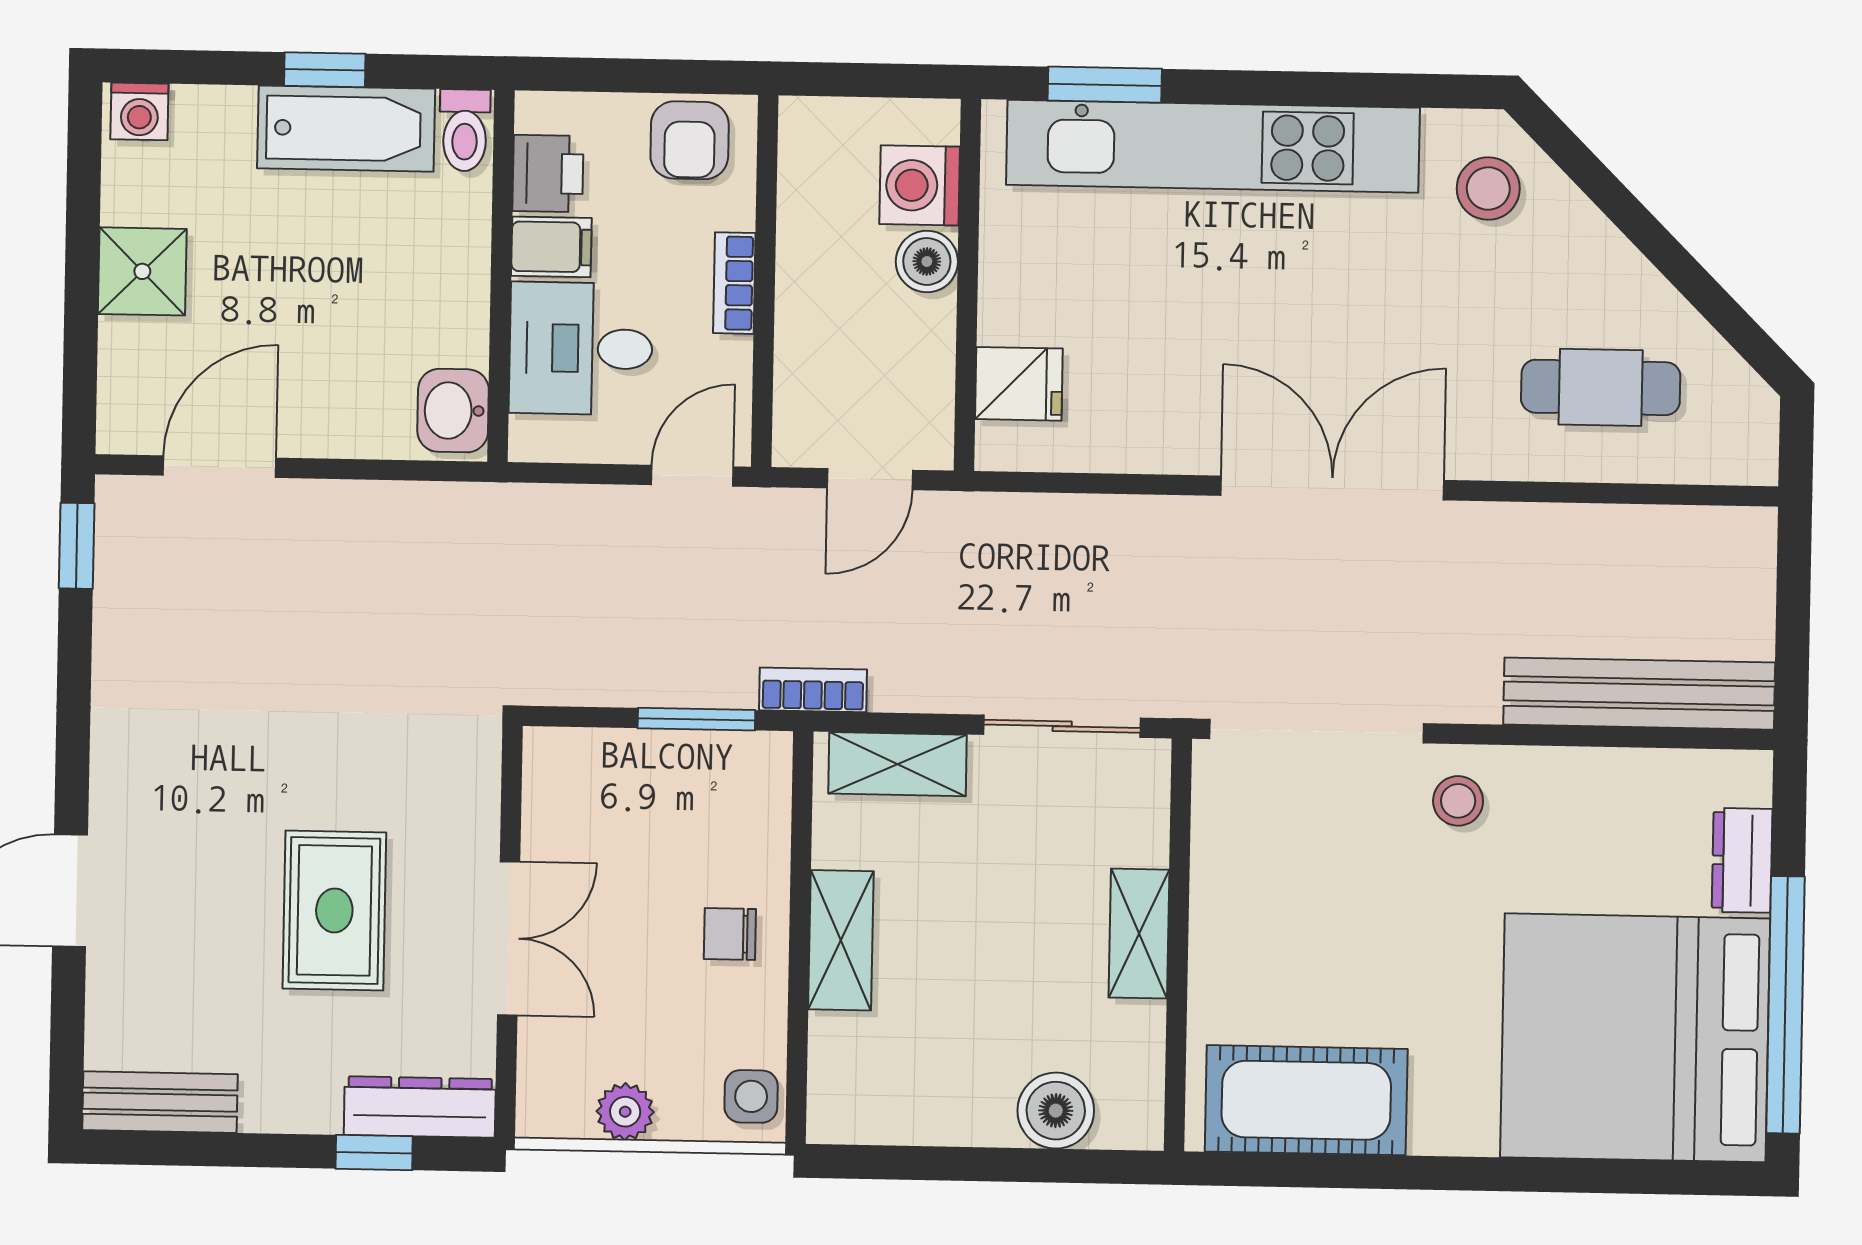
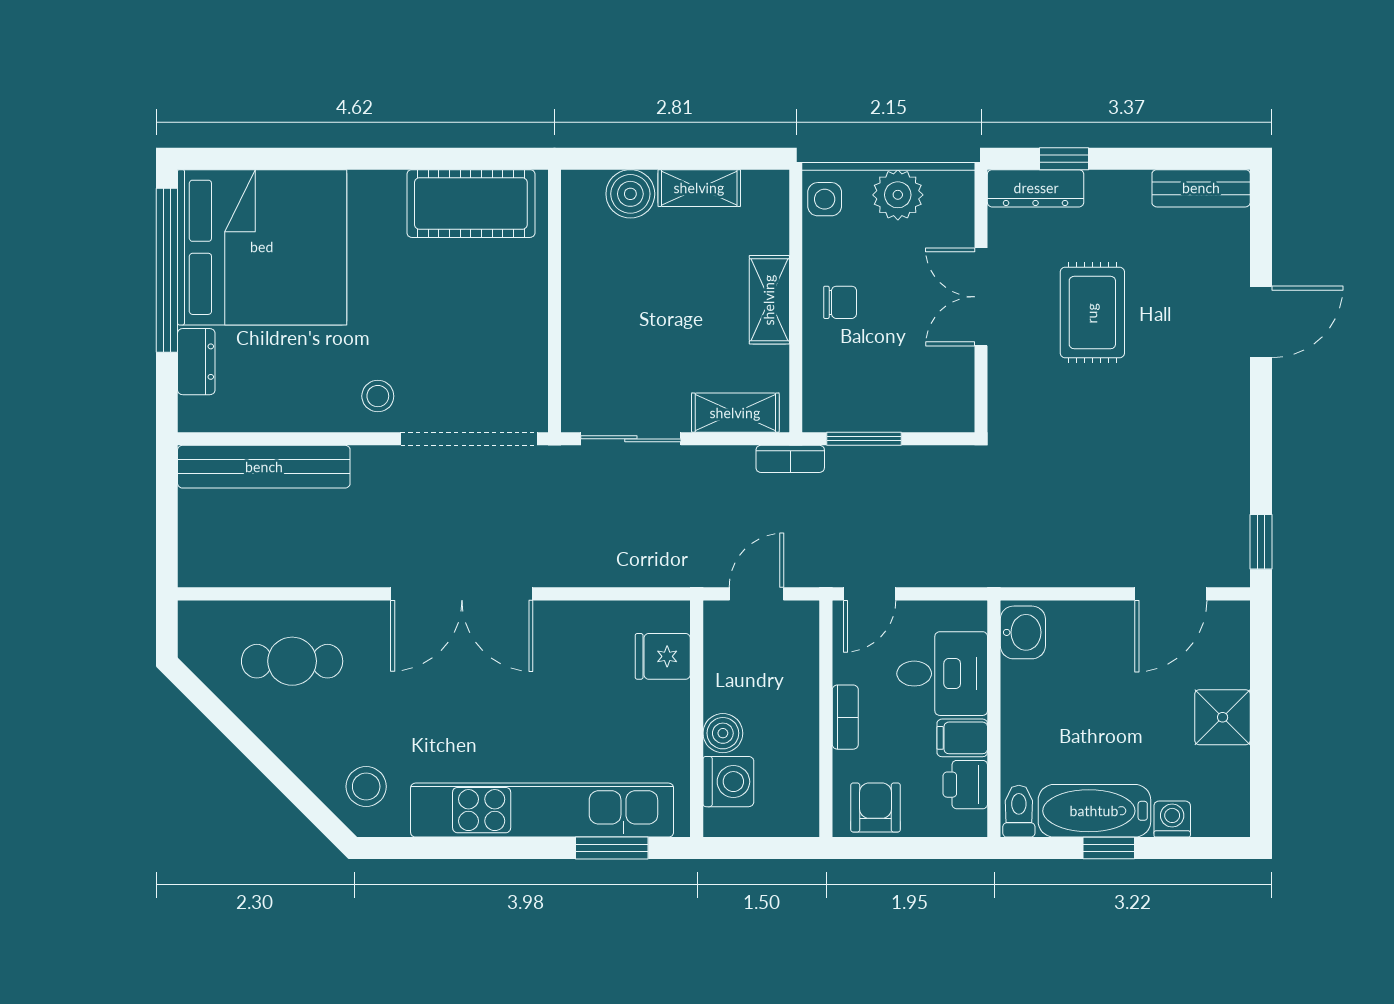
washing machine: (139, 111) -> (1172, 819), moved
shelving: (1139, 934) -> (699, 188), moved, turned 90
plant: (625, 1112) -> (898, 195), width x1.38, depth x1.38

